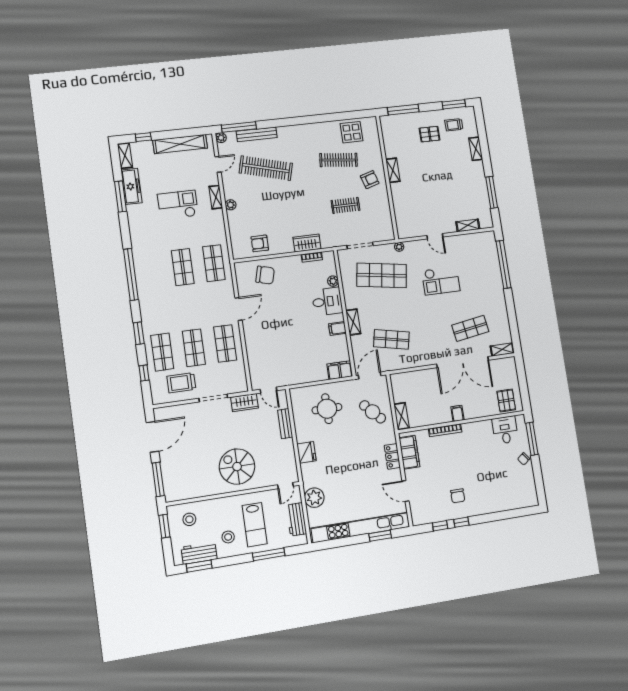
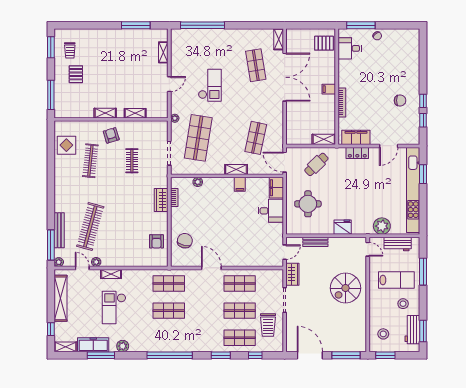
shelving: (476, 149) -> (135, 113), moved
plant: (231, 205) -> (96, 262), moved
plant: (134, 220) -> (123, 346), added
desk: (327, 301) -> (271, 211), moved, turned 90

